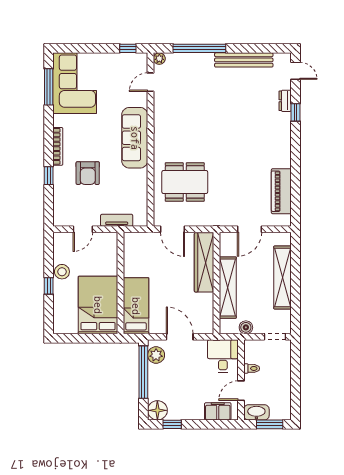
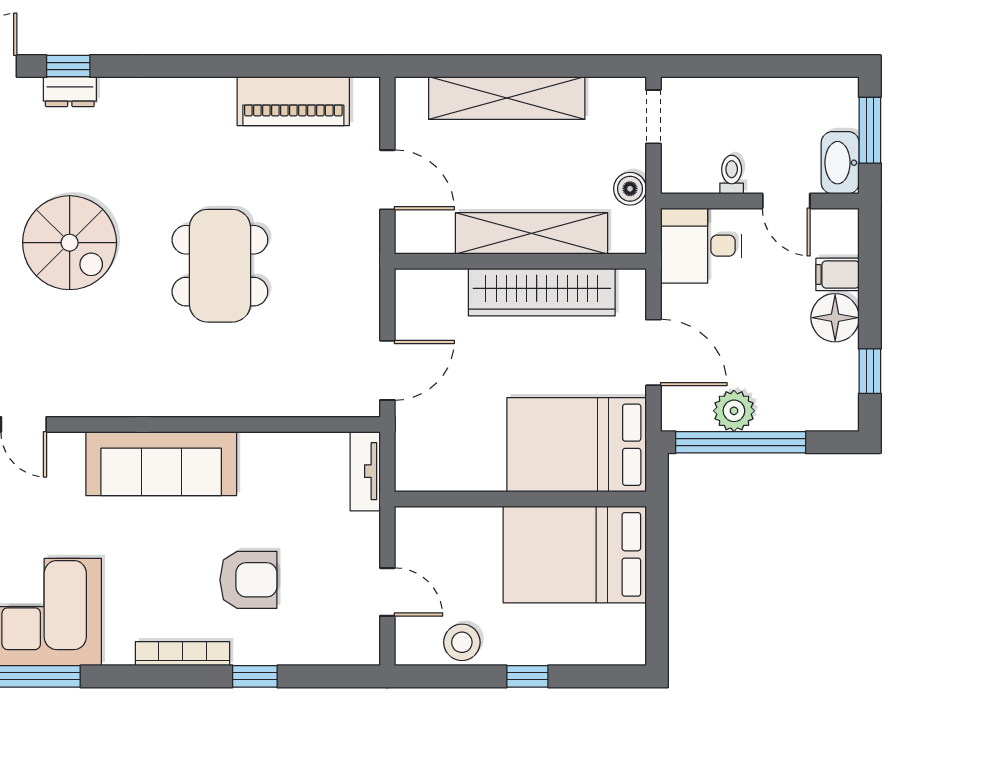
spiral stairs: (224, 101) -> (70, 243), added
window: (295, 112) -> (68, 66), moved
dining table: (185, 182) -> (220, 266), moved
tv unit: (117, 220) -> (365, 471), moved
wardrobe: (204, 262) -> (542, 292), moved
stool: (62, 272) -> (462, 642), moved
bed: (136, 306) -> (577, 445), width x1.50
door: (180, 337) -> (653, 352), swing flipped
plant: (156, 355) -> (734, 411), moved
floor lamp: (157, 410) -> (835, 318), moved
filing cabinet: (218, 411) -> (838, 274), width x0.50

